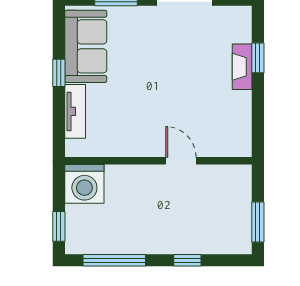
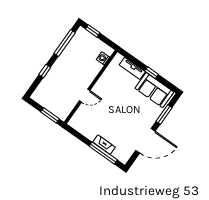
window: (258, 58) -> (103, 153), width x2.17
washing machine: (84, 184) -> (103, 58), width x0.53, depth x0.53
window: (258, 222) -> (50, 115), moved

